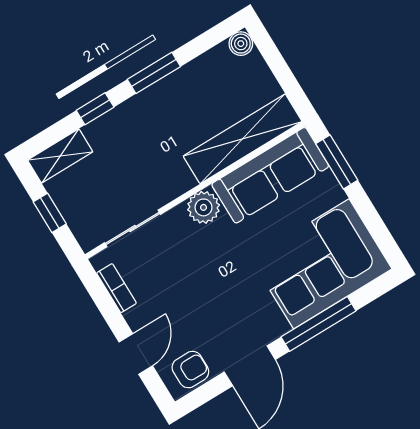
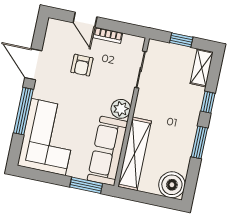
boiler: (241, 44) -> (172, 185), width x1.86, depth x1.86
bookcase: (117, 288) -> (108, 35), moved
armchair: (190, 370) -> (82, 65), moved

